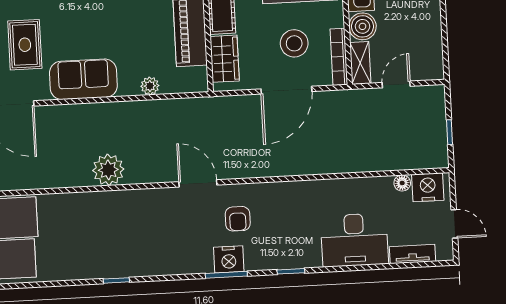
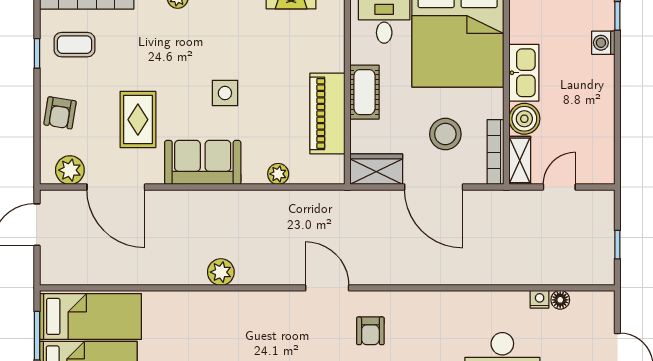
side table: (100, 18) -> (225, 93), added
wardrobe: (225, 59) -> (376, 169), moved, turned -90
door: (286, 90) -> (434, 187), hinge flipped
plant: (108, 170) -> (221, 272), width x0.73, depth x0.73
nightstand: (428, 187) -> (540, 299), moved, width x0.53, depth x0.56

